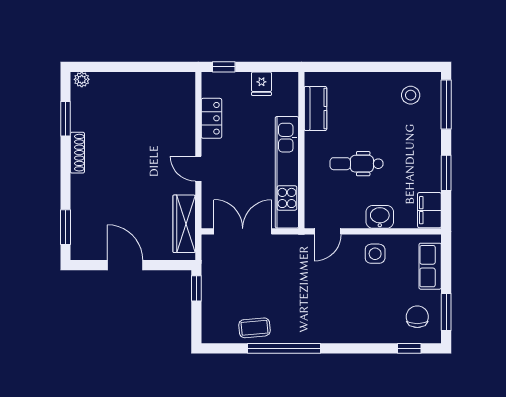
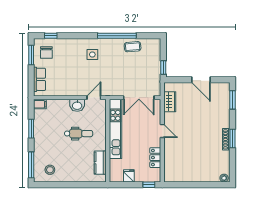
window: (66, 119) -> (233, 138), moved
filing cabinet: (429, 210) -> (40, 104), width x0.50
washbasin: (380, 217) -> (77, 105), moved
wardrobe: (184, 224) -> (170, 102), width x0.67
side table: (375, 254) -> (92, 54), moved

